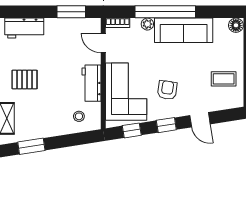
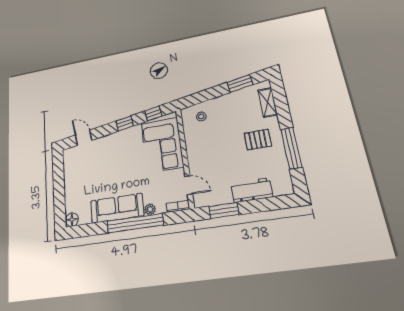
workbench: (24, 28) -> (252, 190), moved
coffee table: (224, 79) -> (80, 171), removed
workbench: (92, 83) -> (194, 147), removed
armchair: (167, 90) -> (127, 153), removed
door: (200, 120) -> (84, 138), moved

